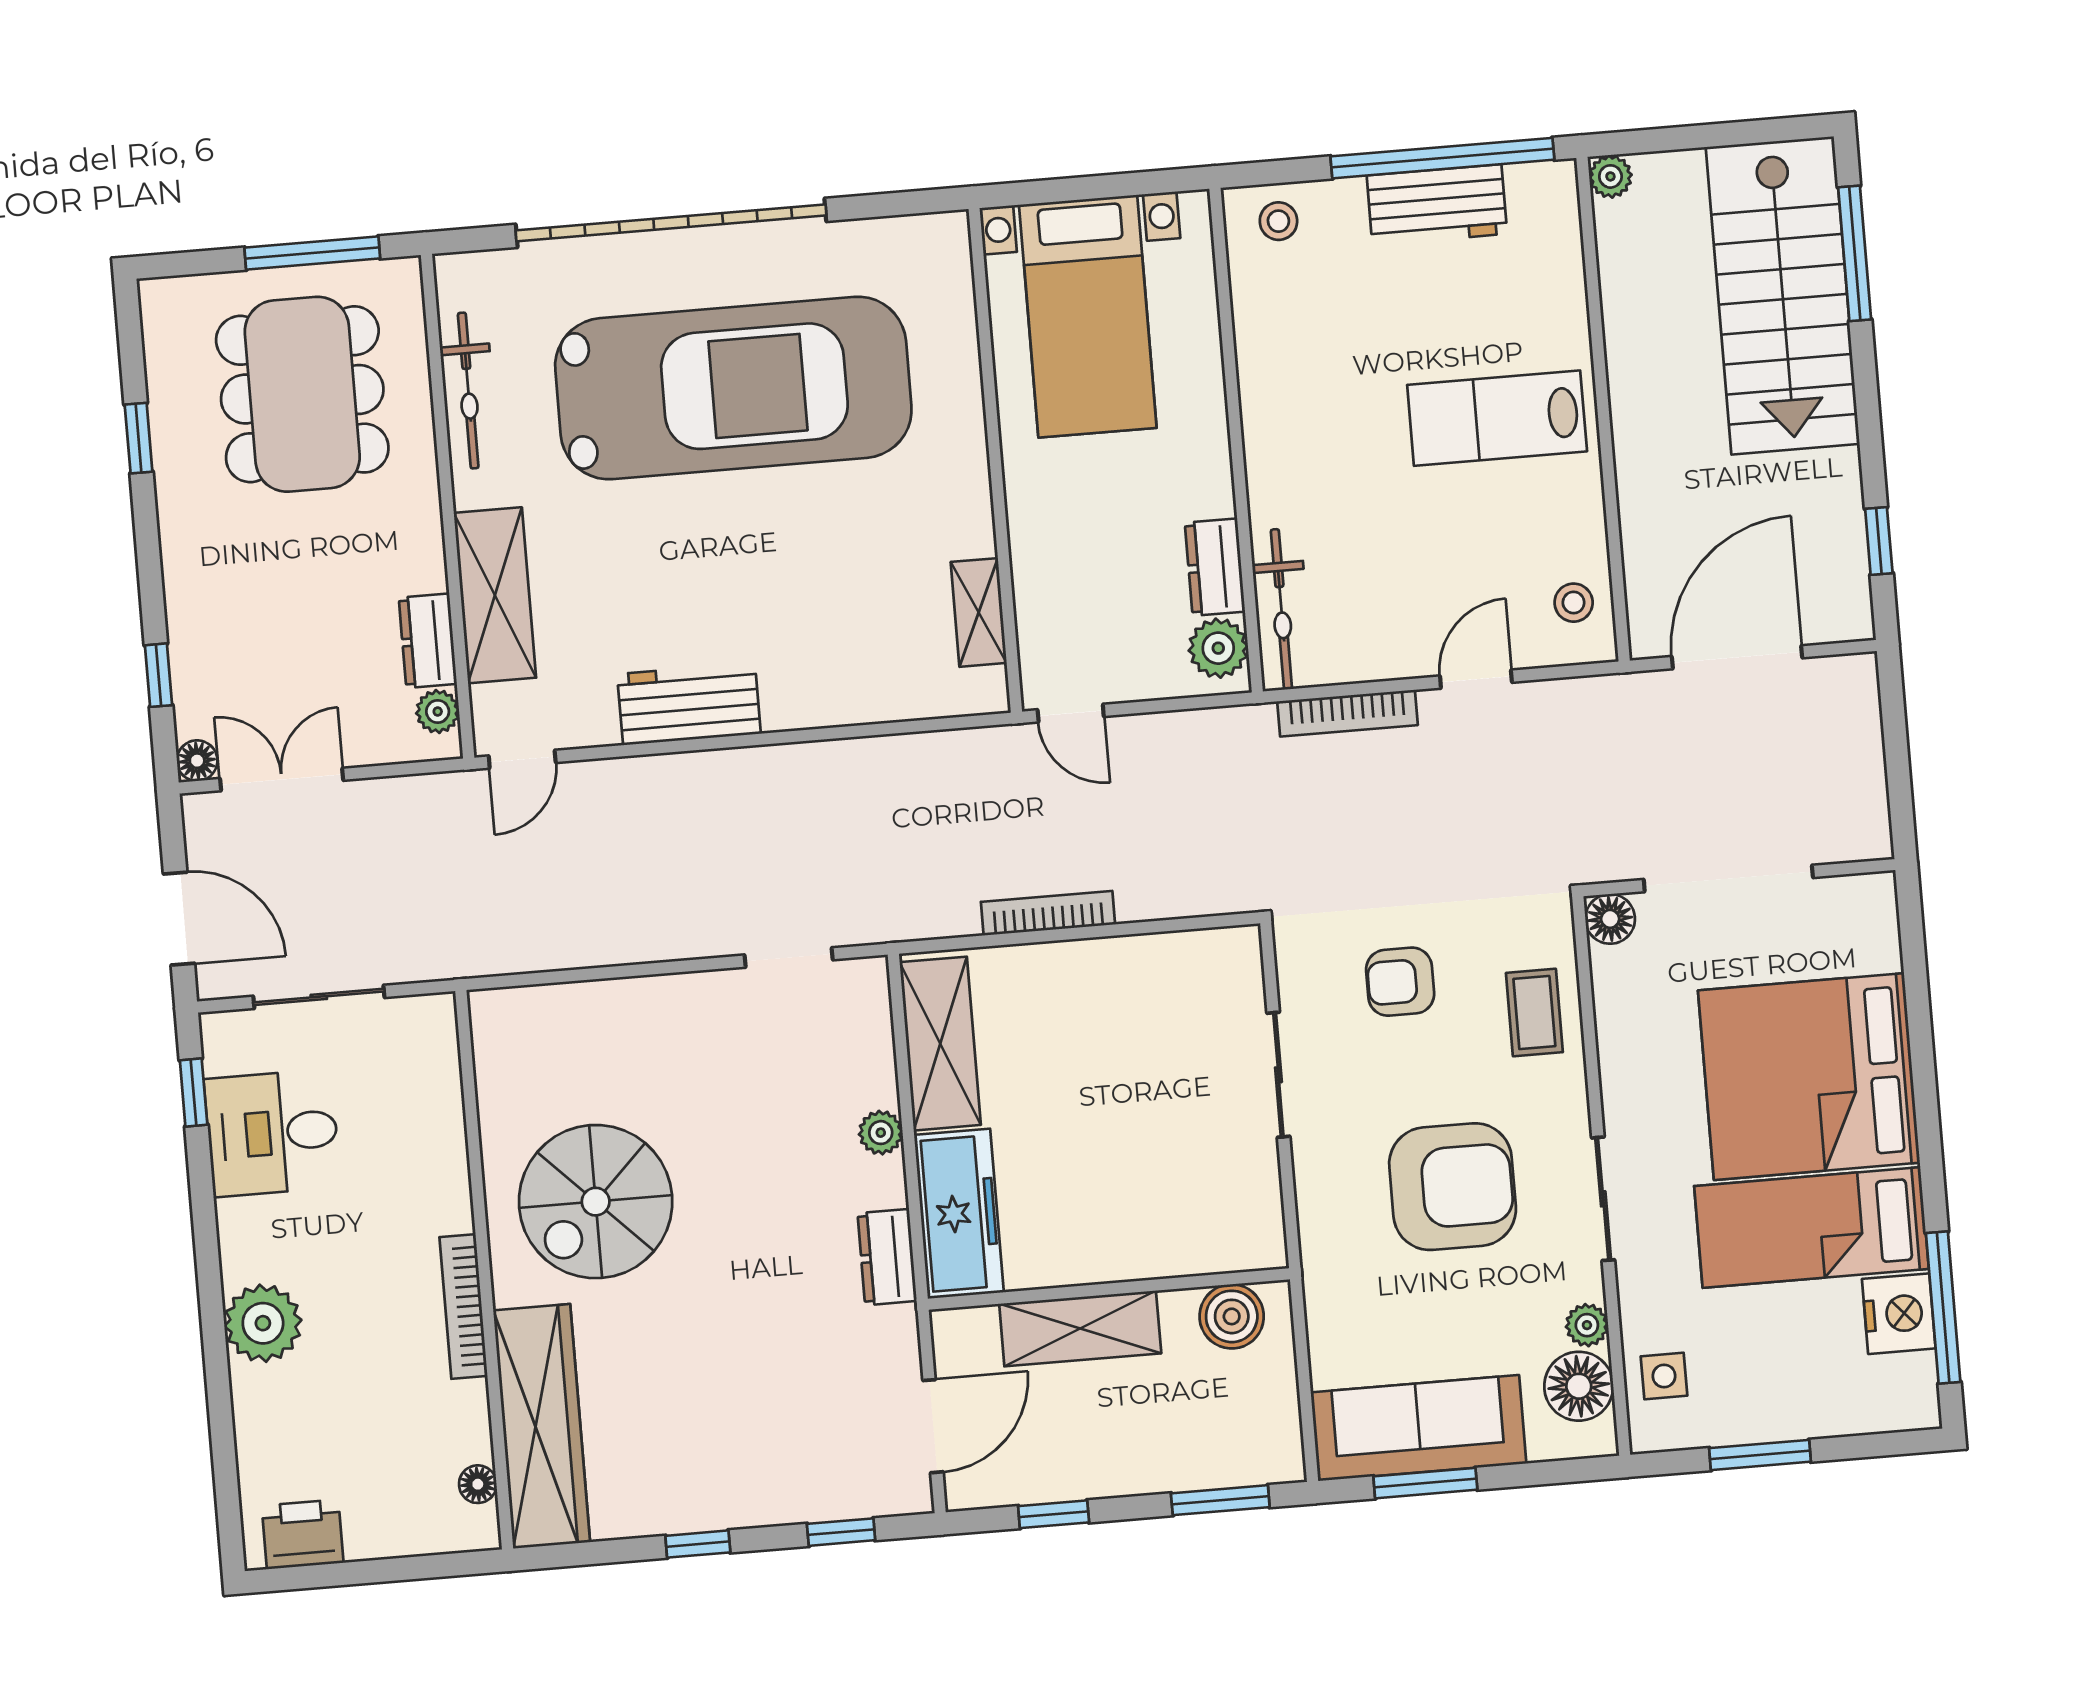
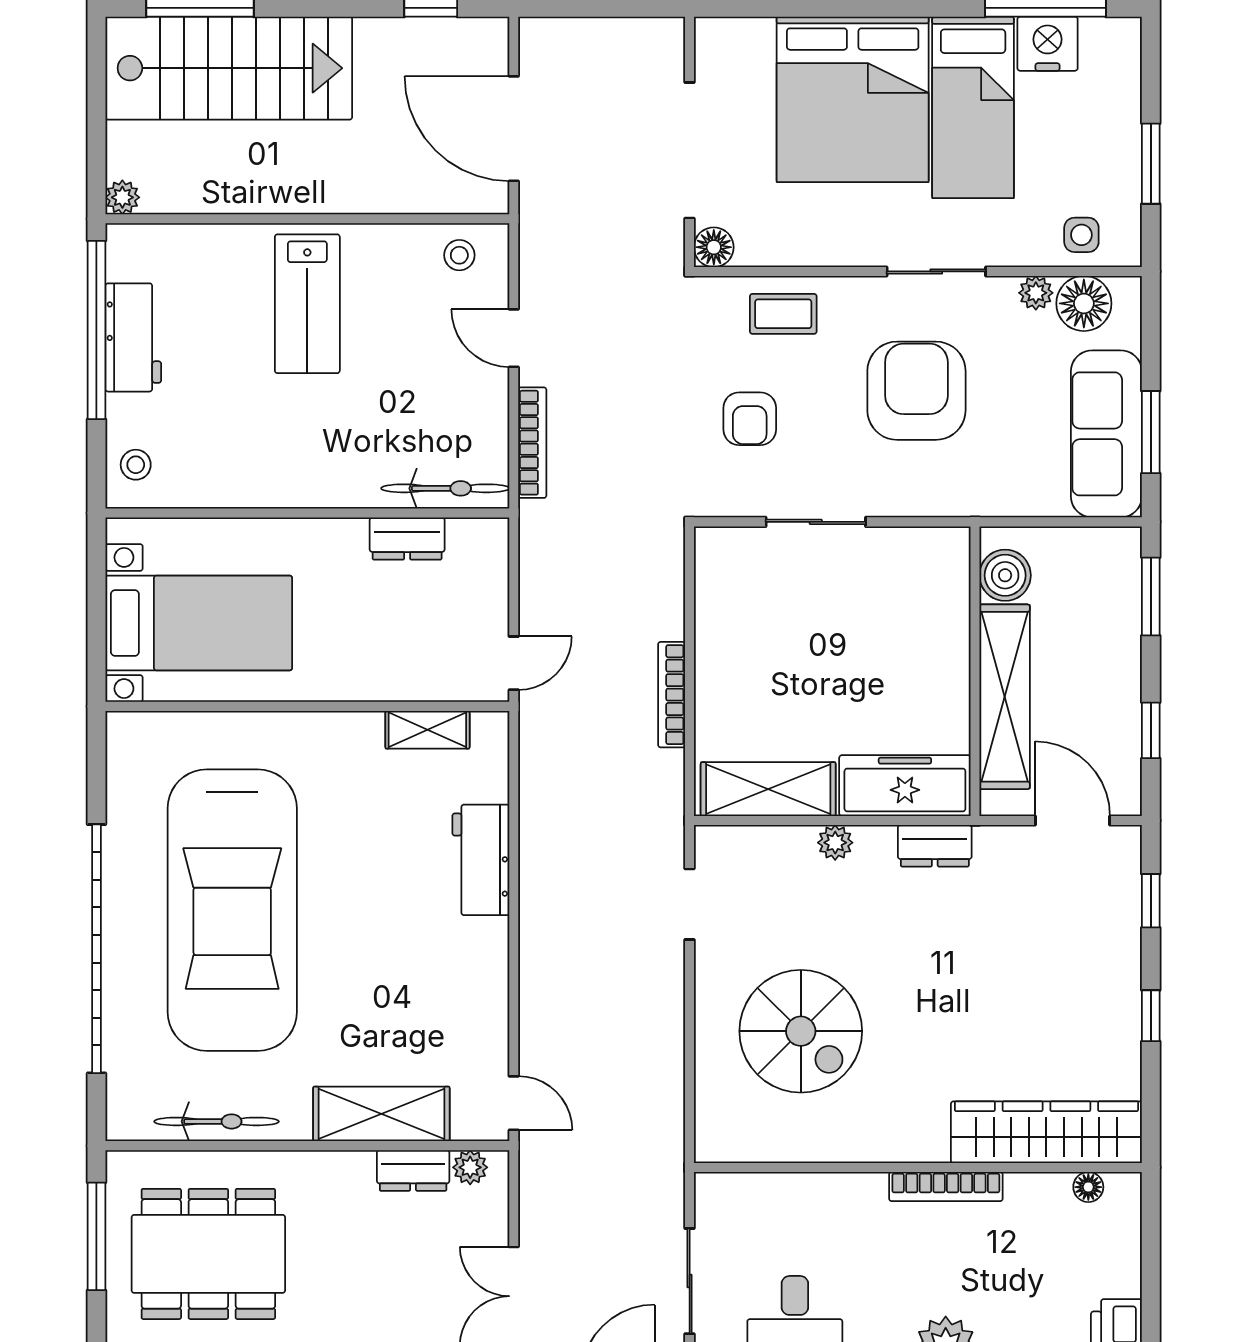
car: (733, 388) -> (232, 910), turned 180
plant: (1218, 648) -> (472, 541), removed
workbench: (689, 704) -> (481, 860), moved
spiral stairs: (596, 1202) -> (801, 1031), moved
shelving: (1080, 1329) -> (1005, 697), width x1.47

